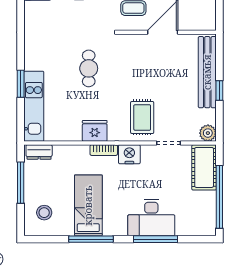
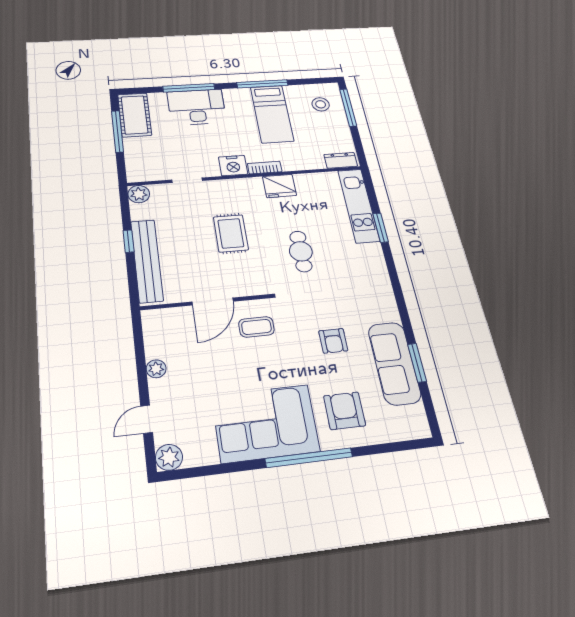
rug: (142, 117) -> (231, 233), moved
cot: (204, 167) -> (134, 115), moved
window: (21, 183) -> (348, 108), moved
window: (219, 197) -> (117, 131), width x0.68

